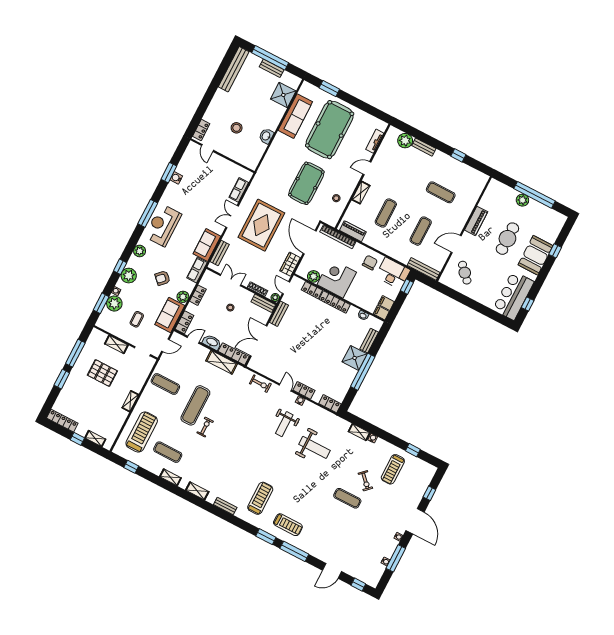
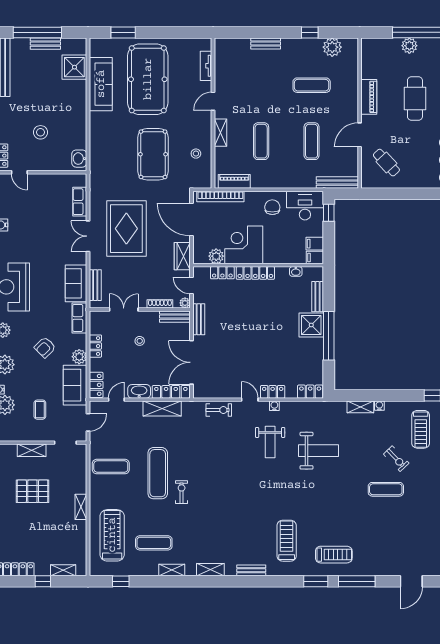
washbasin: (266, 136) -> (79, 159), moved
plant: (405, 141) -> (332, 47), moved

